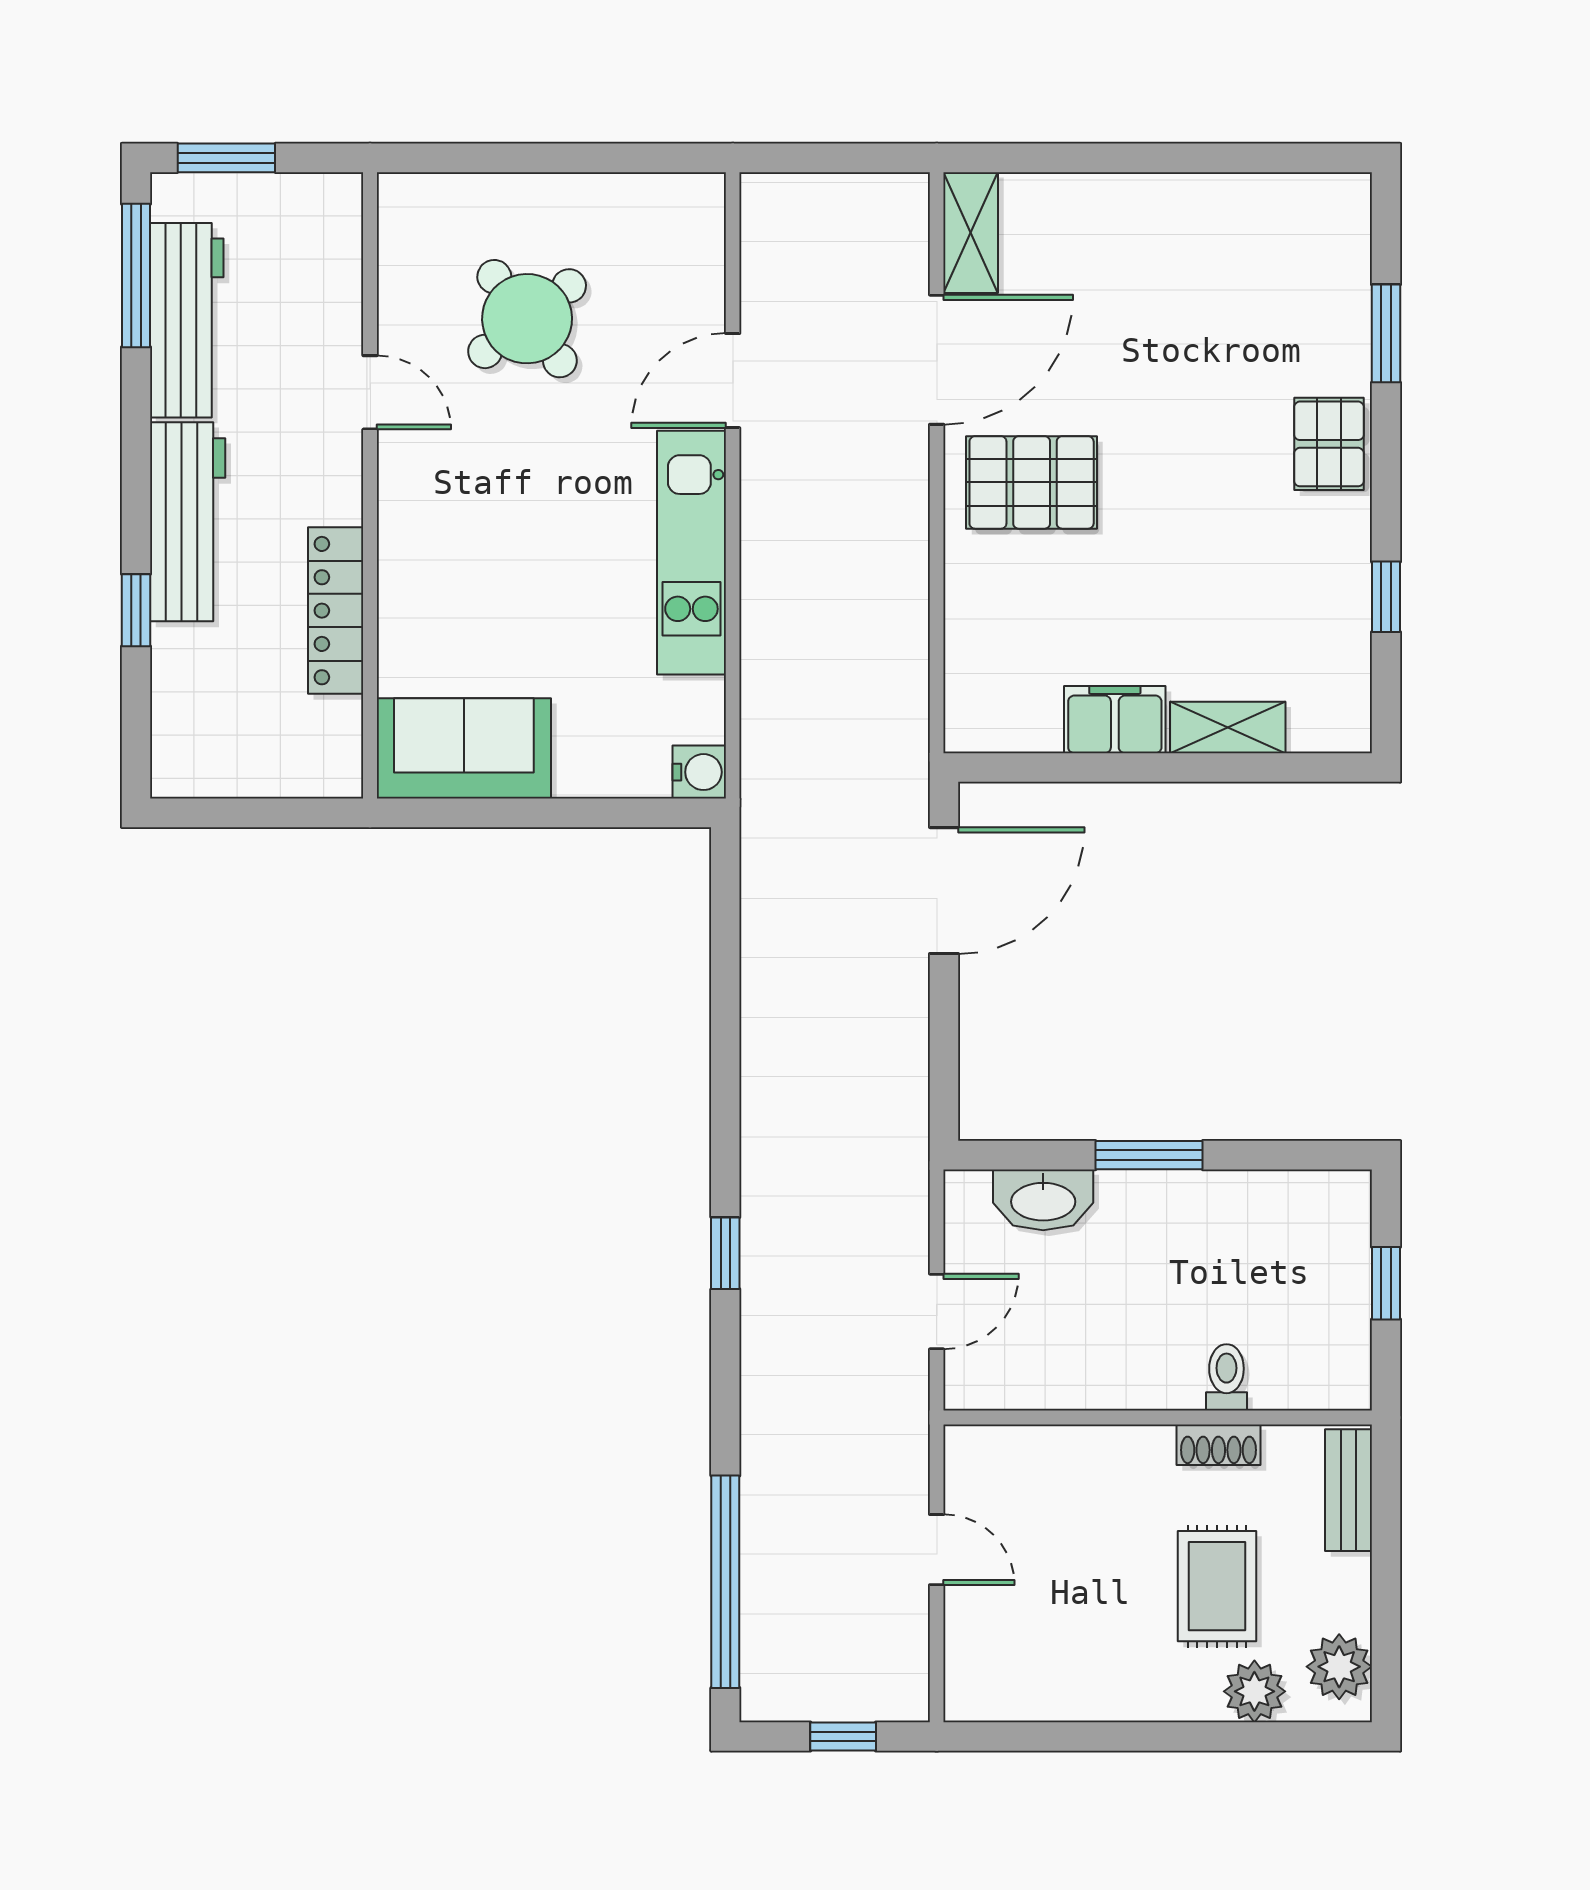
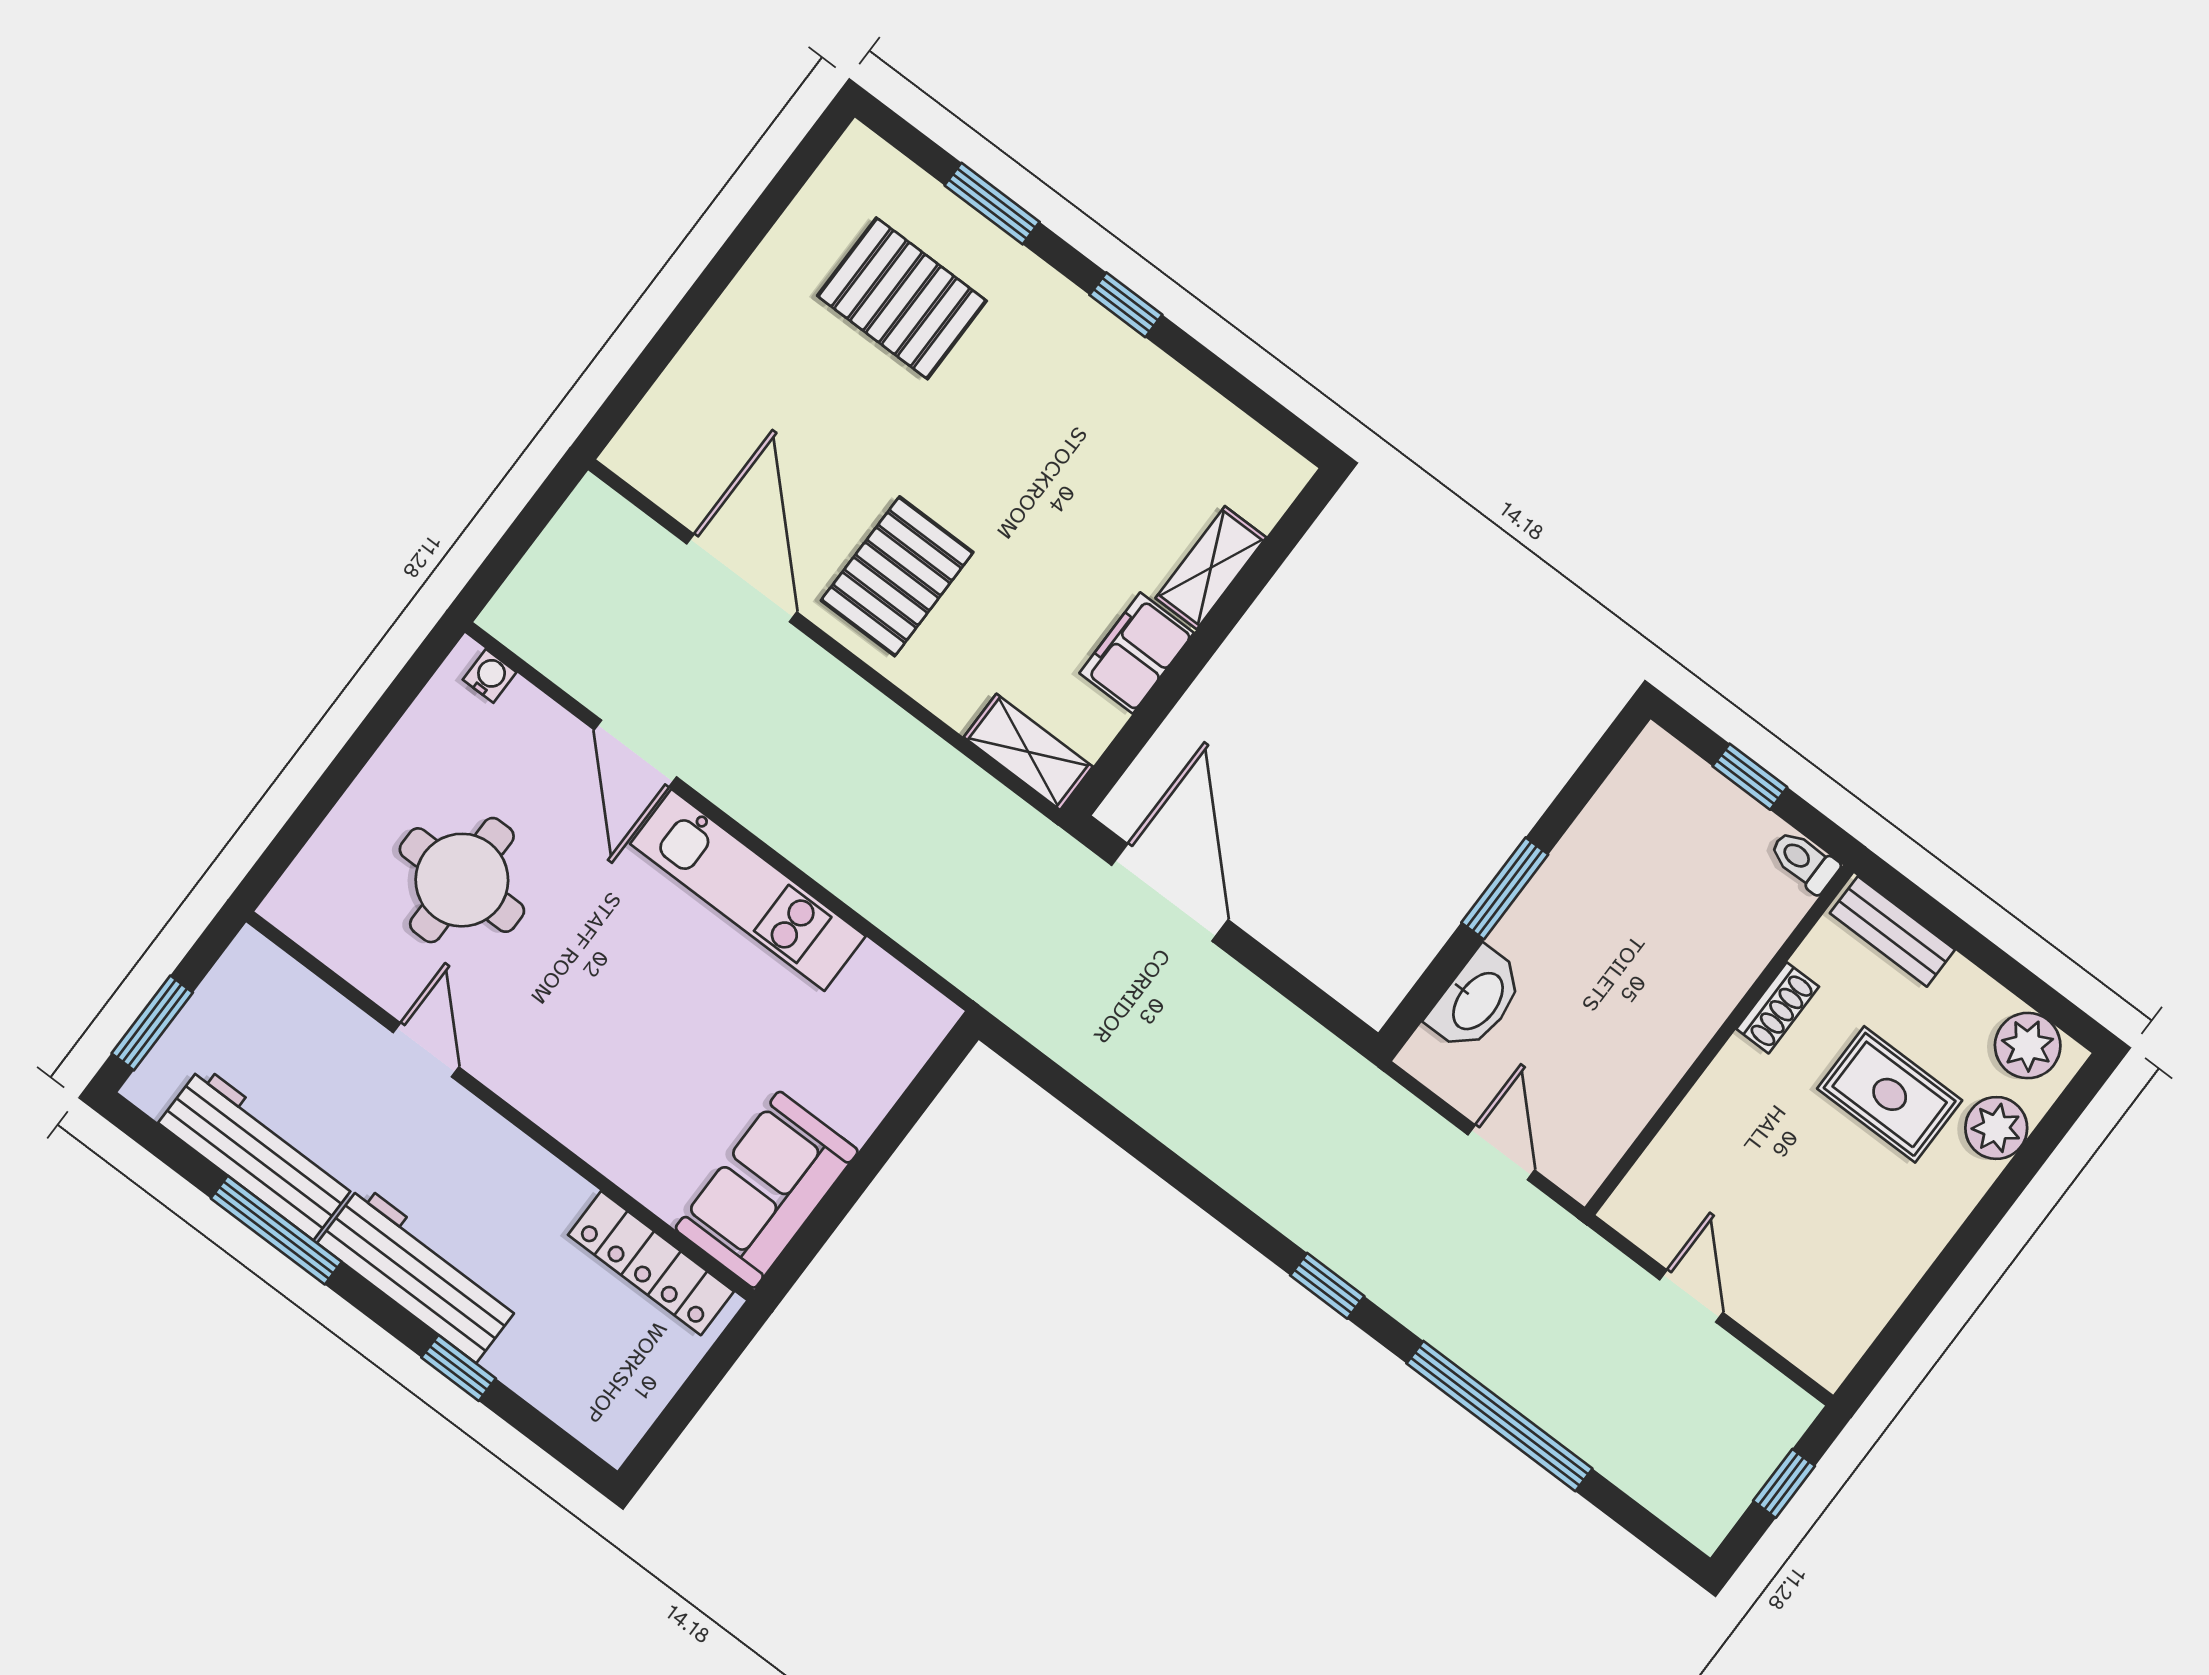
shelving: (971, 233) -> (1028, 752), moved
window: (136, 276) -> (276, 1230), moved
round table: (527, 319) -> (462, 880), turned 38
door: (370, 392) -> (426, 1050), hinge flipped
pallet: (1329, 444) -> (902, 298), moved, width x1.50, depth x1.42
window: (1386, 597) -> (1126, 305), moved
locker: (336, 611) -> (651, 1263), moved
water cooler: (699, 772) -> (490, 676), moved, width x0.72, depth x0.72
toilet: (1226, 1377) -> (1804, 861), moved
door: (937, 1550) -> (1691, 1296), hinge flipped
window: (725, 1582) -> (1499, 1416), moved

